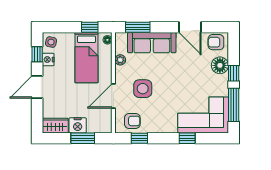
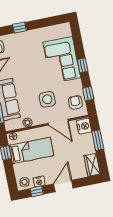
floor lamp: (220, 65) -> (15, 40), removed
door: (37, 87) -> (63, 186), swing flipped
window: (234, 105) -> (45, 22), removed
corner sofa: (203, 115) -> (62, 60), moved
nightstand: (78, 125) -> (84, 126), moved
window: (187, 138) -> (83, 65), moved

